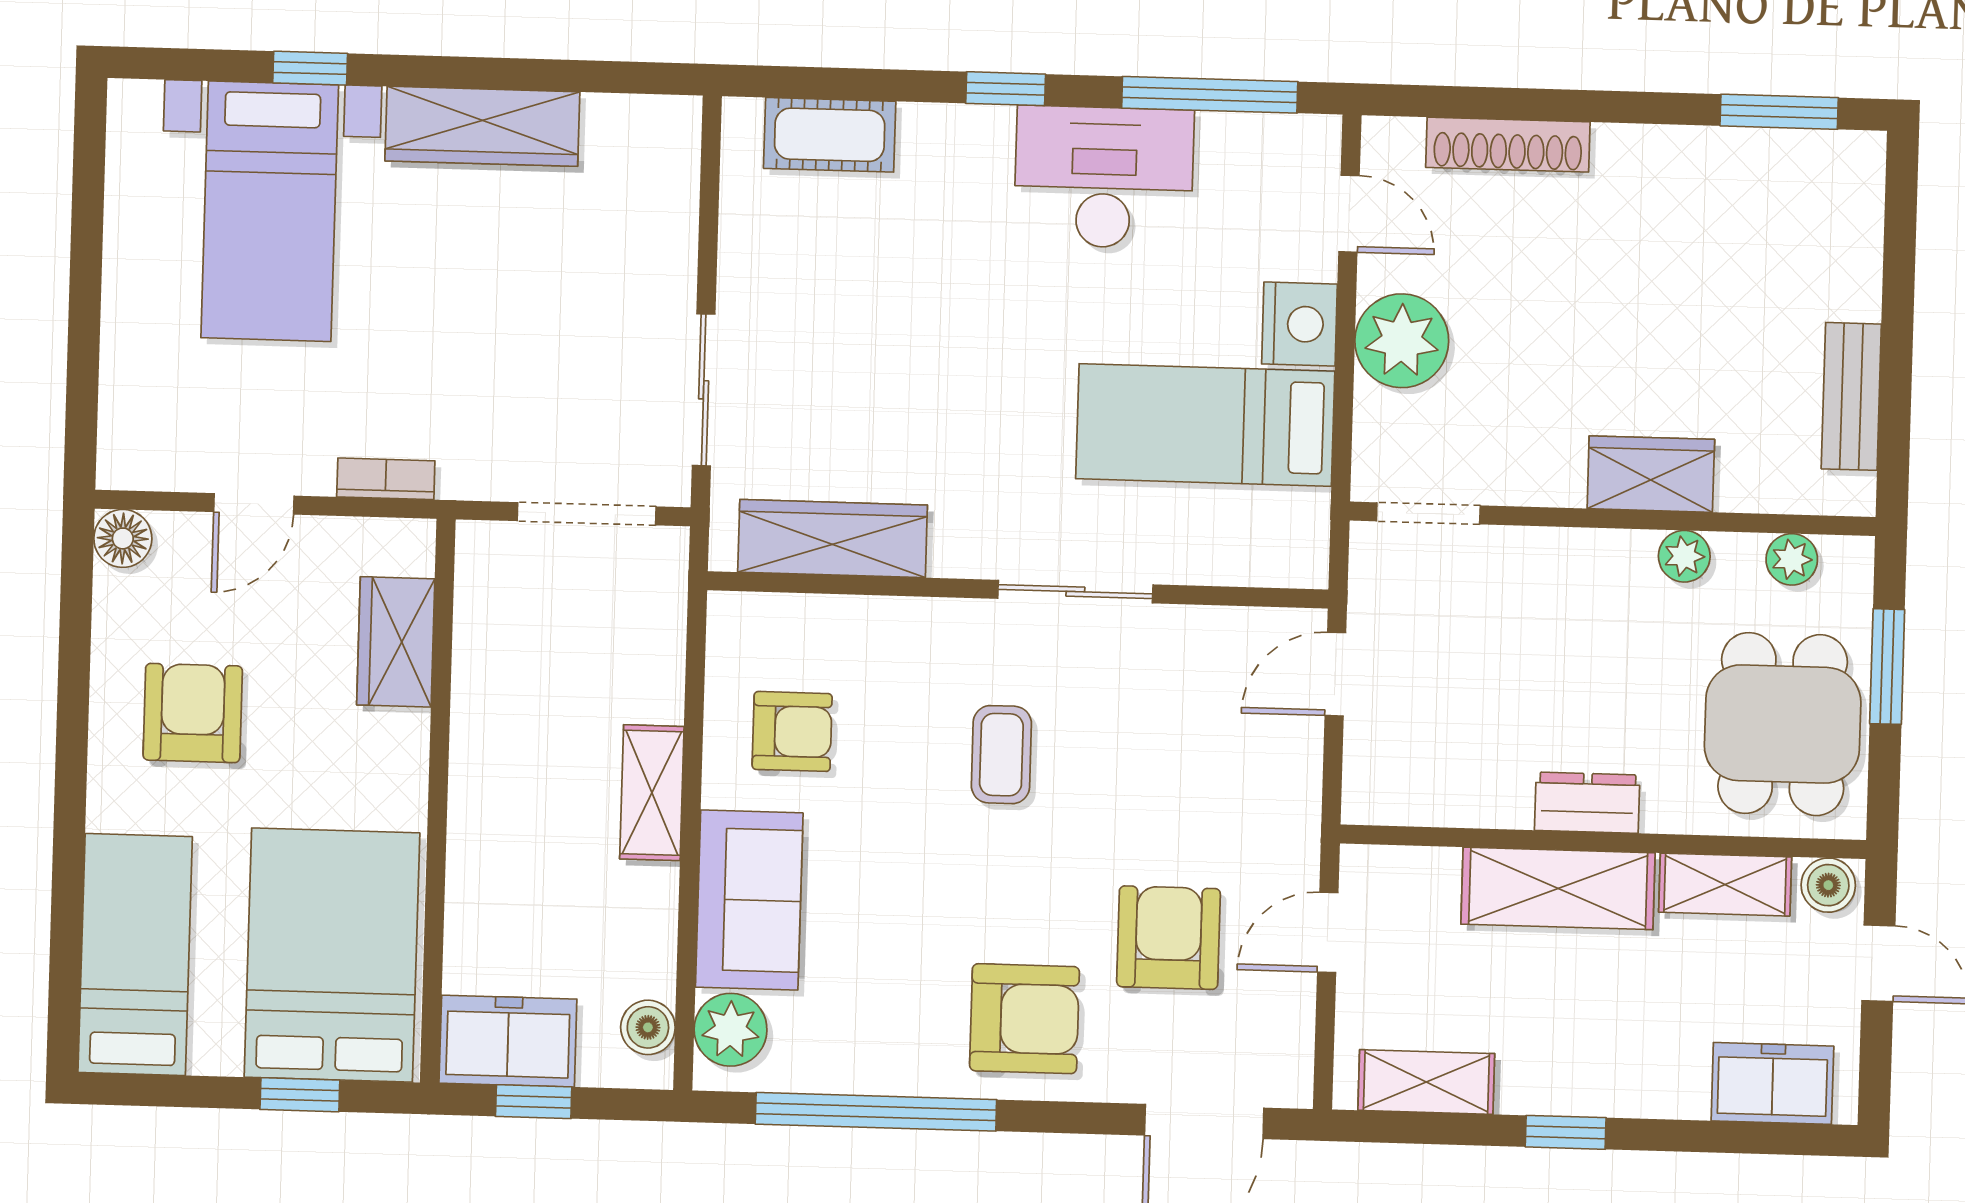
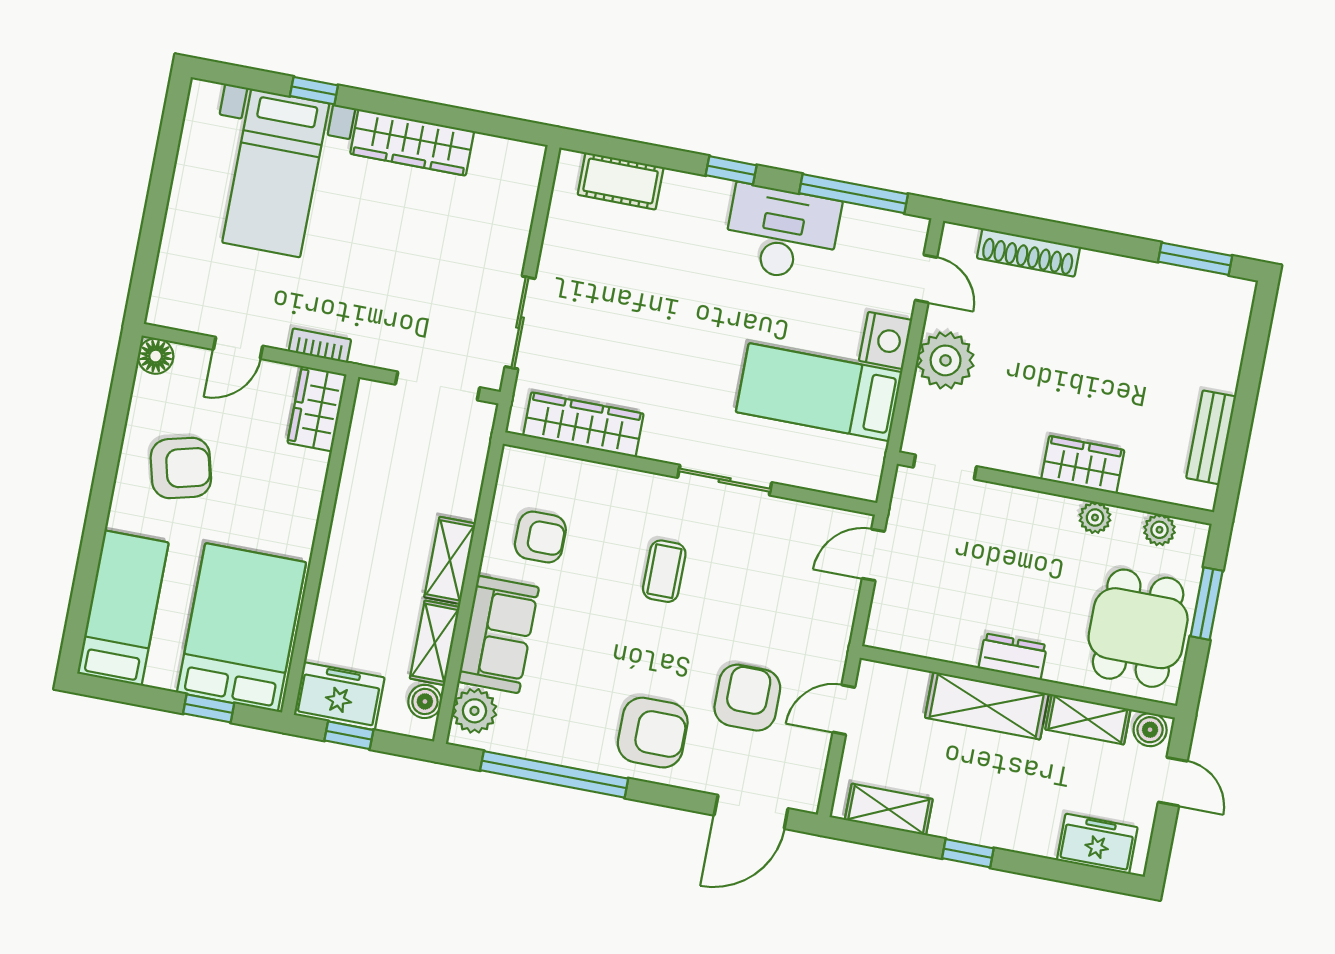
wardrobe: (396, 642) -> (317, 409), moved
armchair: (193, 713) -> (181, 468), turned 76
shelving: (649, 930) -> (435, 643), added

